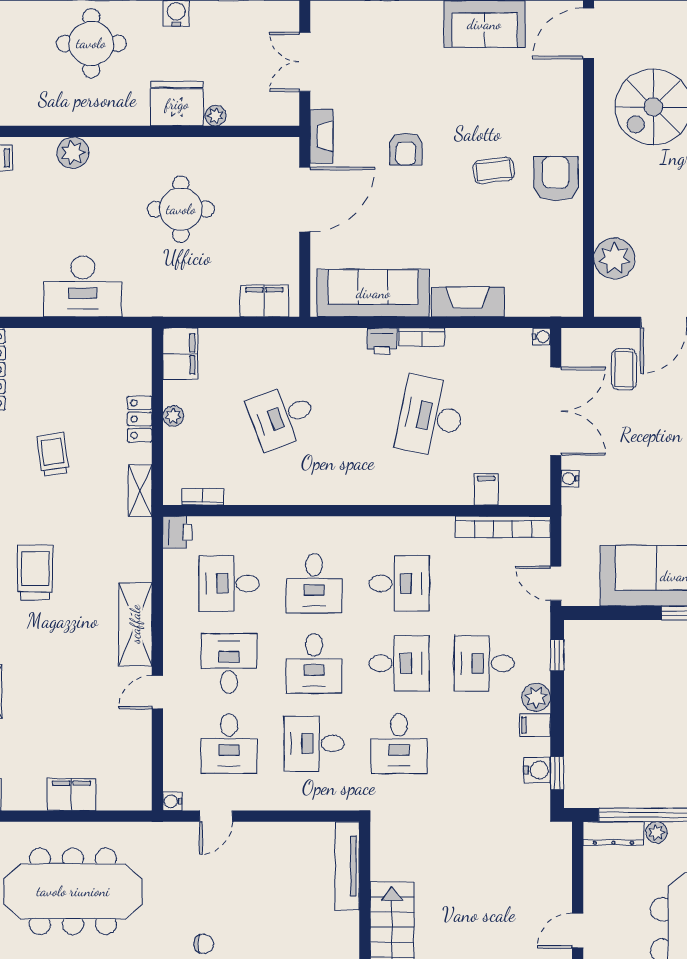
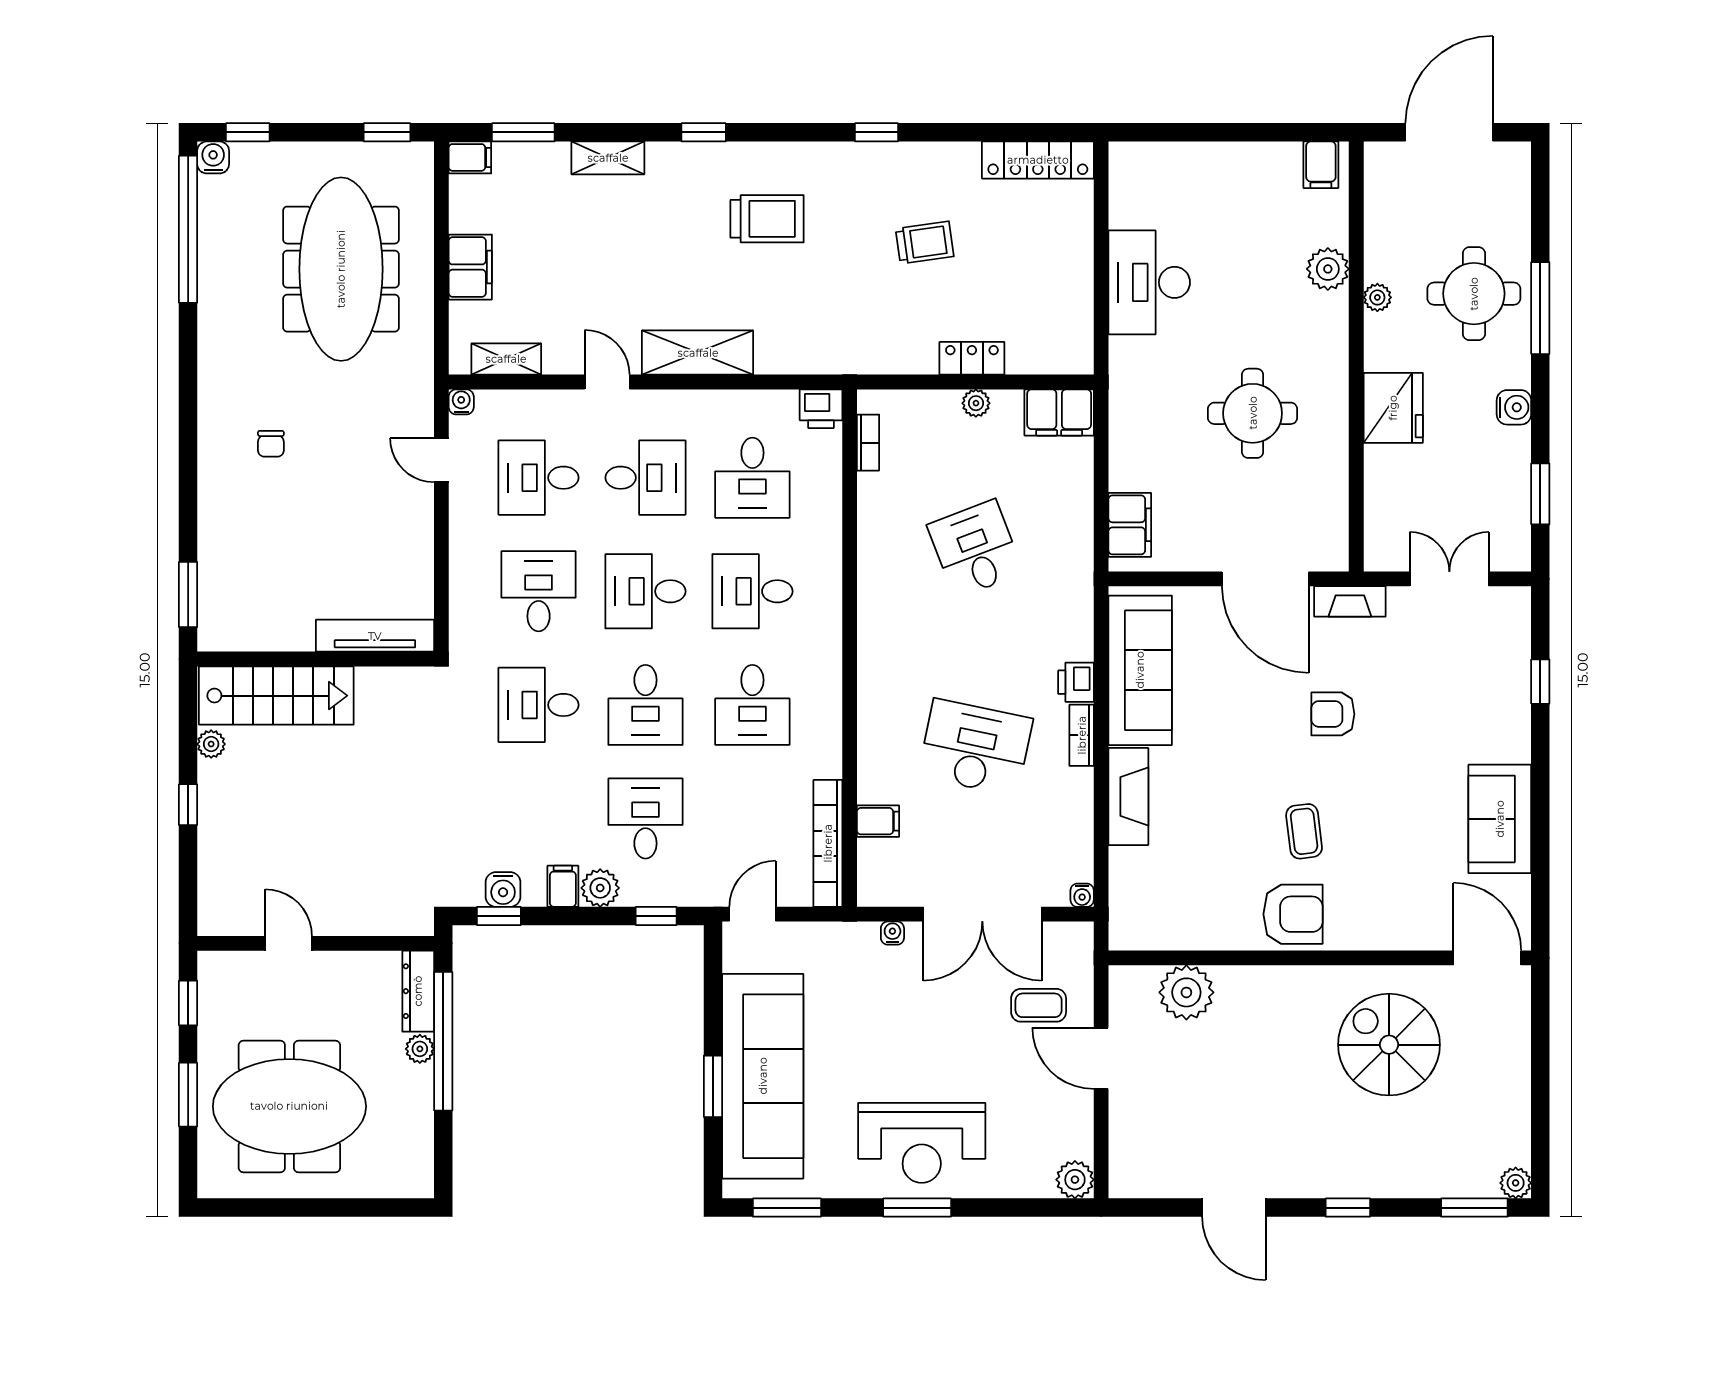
plant: (216, 116) -> (1377, 297), moved
shelving: (140, 491) -> (506, 359), moved
desk: (229, 583) -> (752, 478), turned 180

